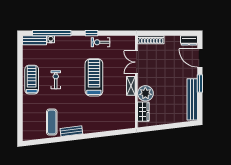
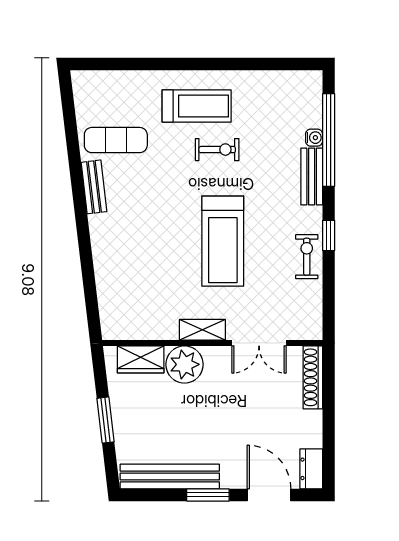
bench: (34, 40) -> (312, 177), moved
door: (200, 58) -> (269, 495), hinge flipped
double door: (136, 62) -> (259, 343), swing flipped
treadmill: (94, 77) -> (223, 241), turned 90
treadmill: (32, 80) -> (197, 106), moved
window: (169, 126) -> (106, 420), added

